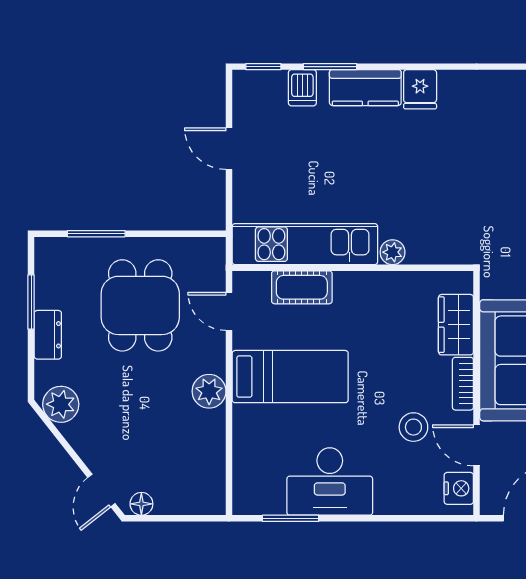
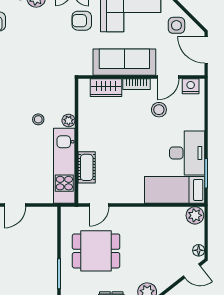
stool: (395, 194) -> (38, 119), added
bed: (290, 377) -> (175, 190), moved, turned -90
plant: (209, 391) -> (195, 215), moved

